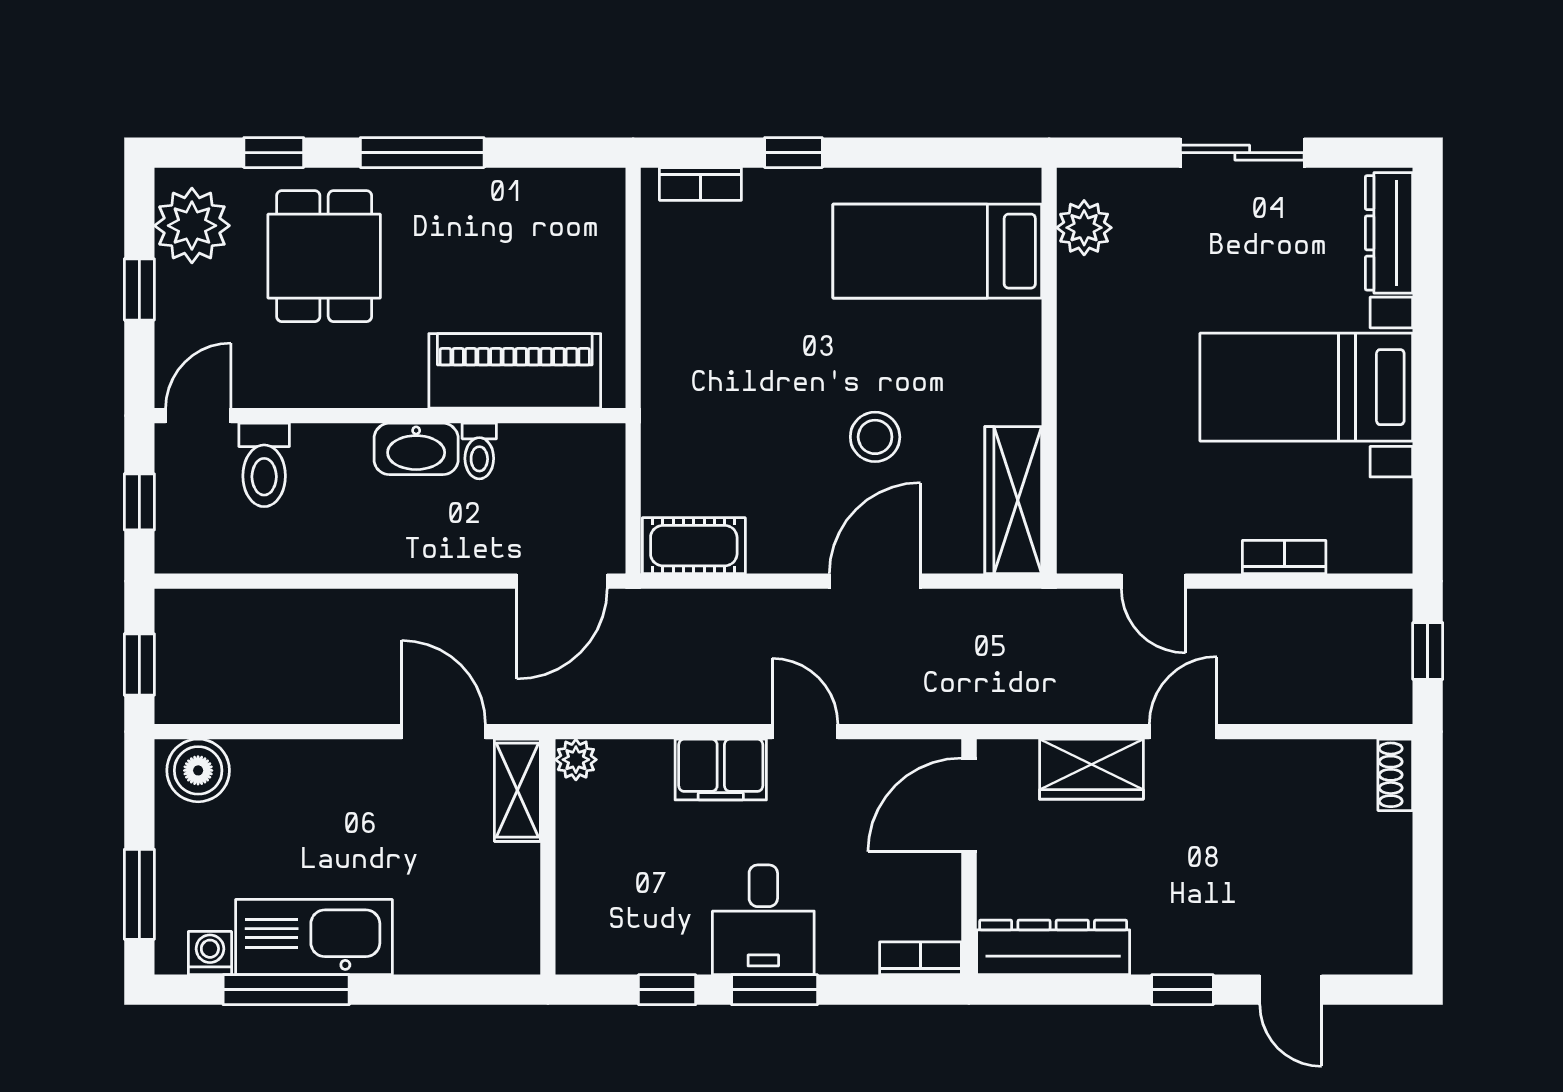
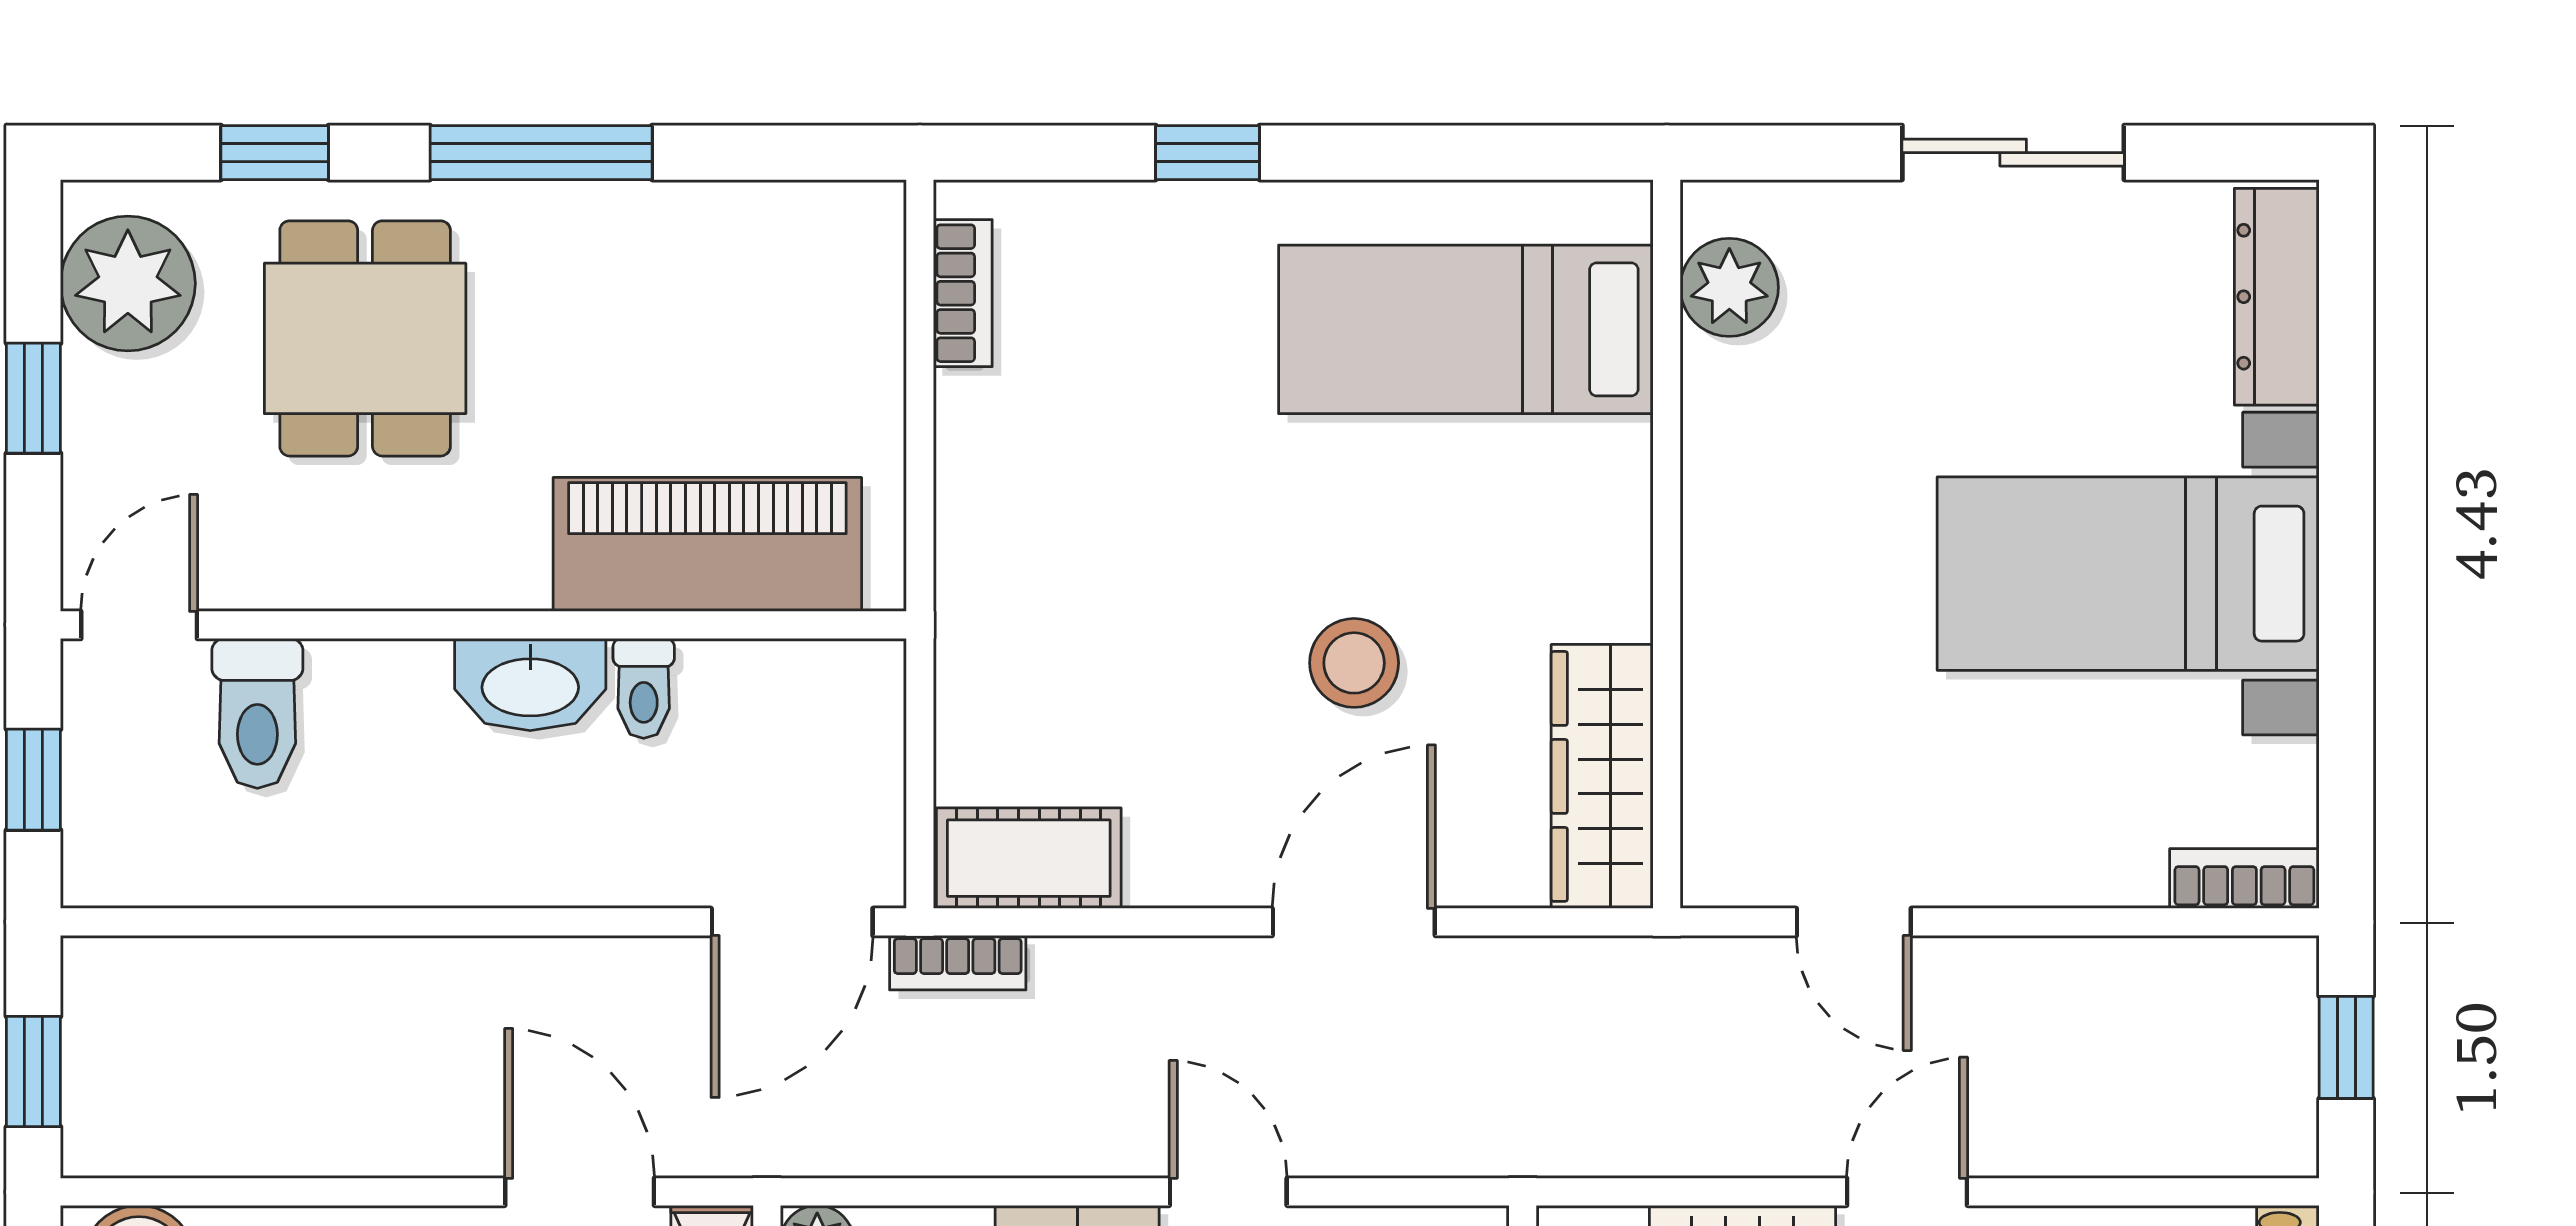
bookcase: (700, 184) -> (963, 293), moved, turned -90
bookcase: (1284, 557) -> (2244, 879), moved
bookcase: (654, 604) -> (958, 963), added

